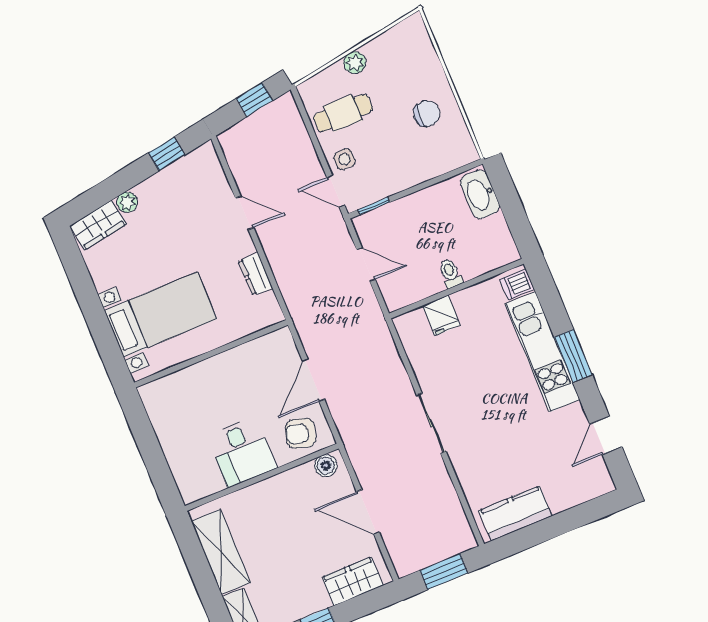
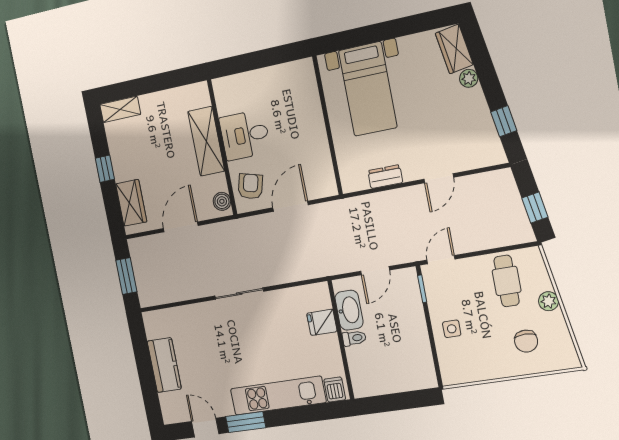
chair: (427, 114) -> (526, 341), moved
side table: (344, 159) -> (452, 329), moved
washbasin: (480, 194) -> (349, 310), moved, turned 90
window: (573, 356) -> (246, 422), moved
door: (313, 380) -> (290, 206), hinge flipped
kitchen counter: (515, 513) -> (164, 365), moved
shelving: (221, 552) -> (206, 141), moved, turned 90

